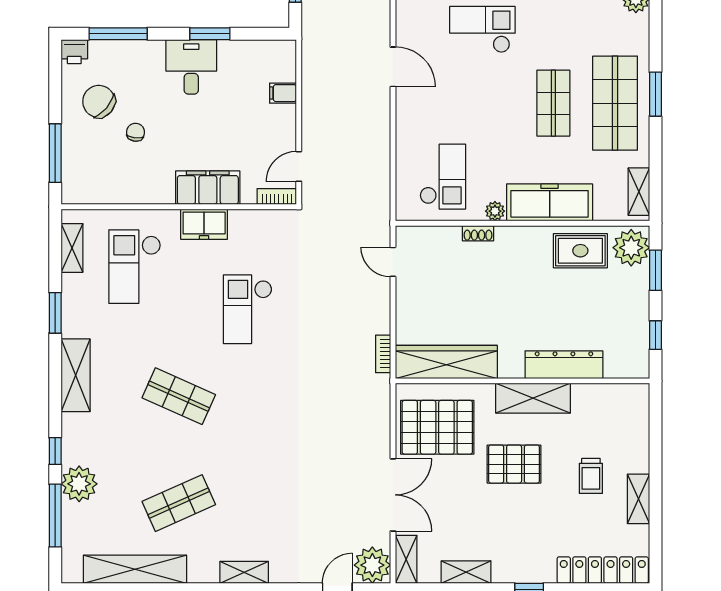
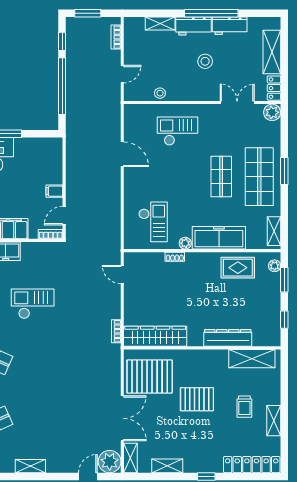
filing cabinet: (283, 93) -> (54, 191), moved
plant: (631, 248) -> (275, 266), width x0.53, depth x0.53
checkout: (248, 309) -> (33, 304), turned 90
shelving: (533, 398) -> (252, 359), moved

